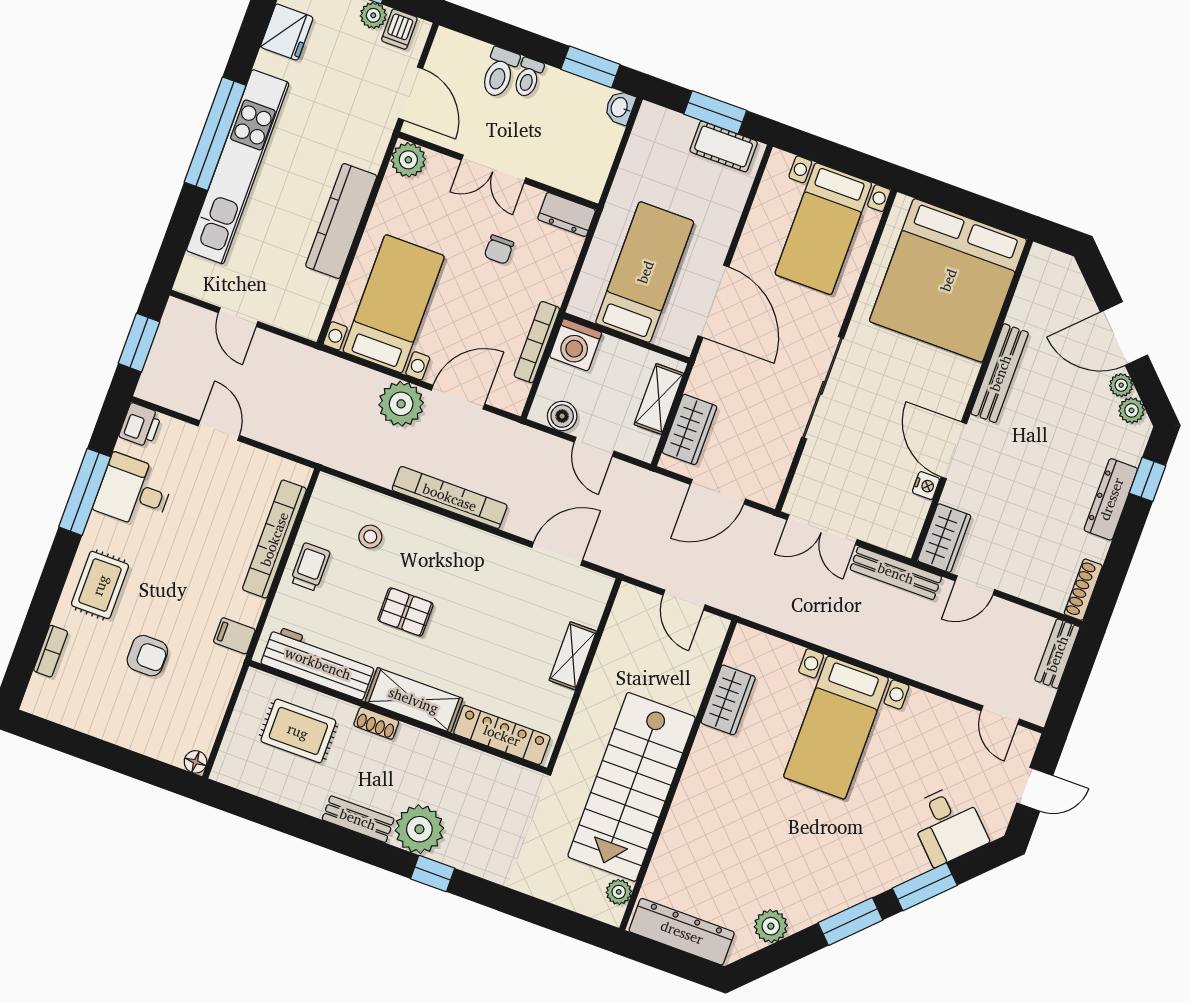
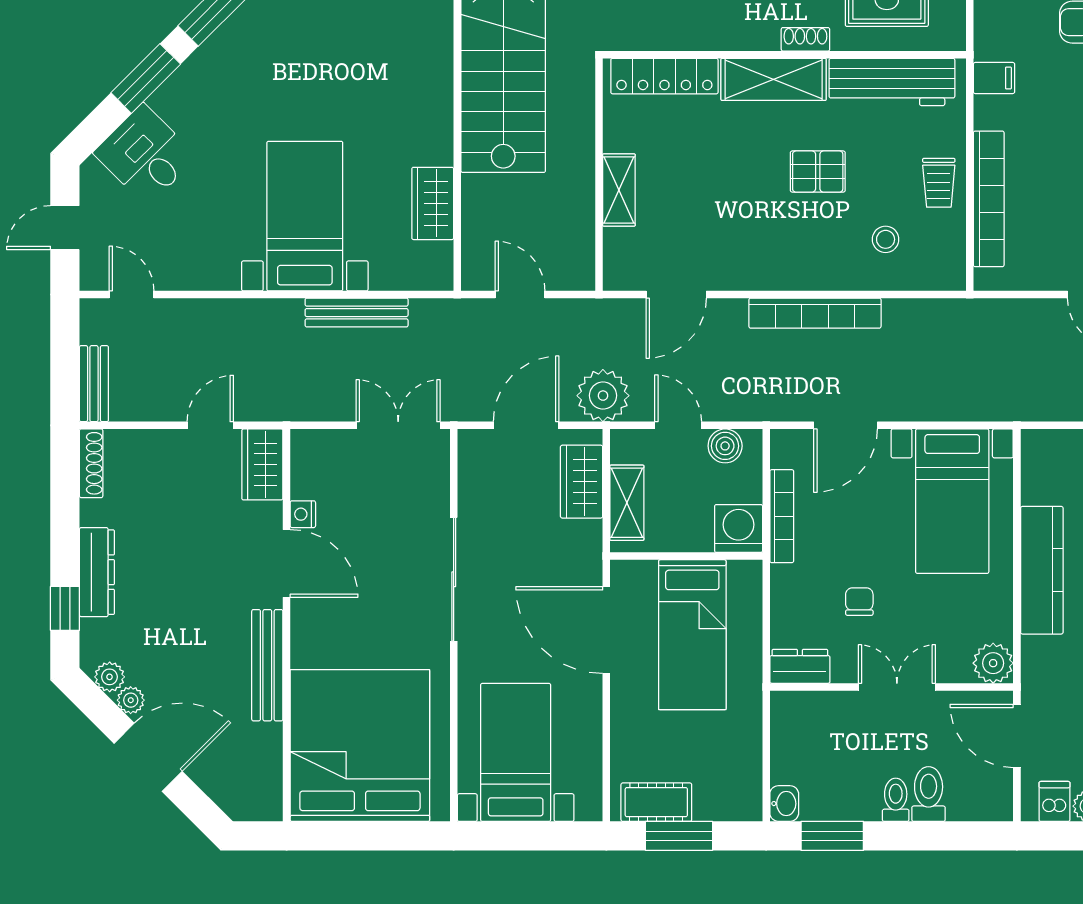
plant: (401, 404) -> (603, 396), moved
bench: (896, 573) -> (357, 313), moved

